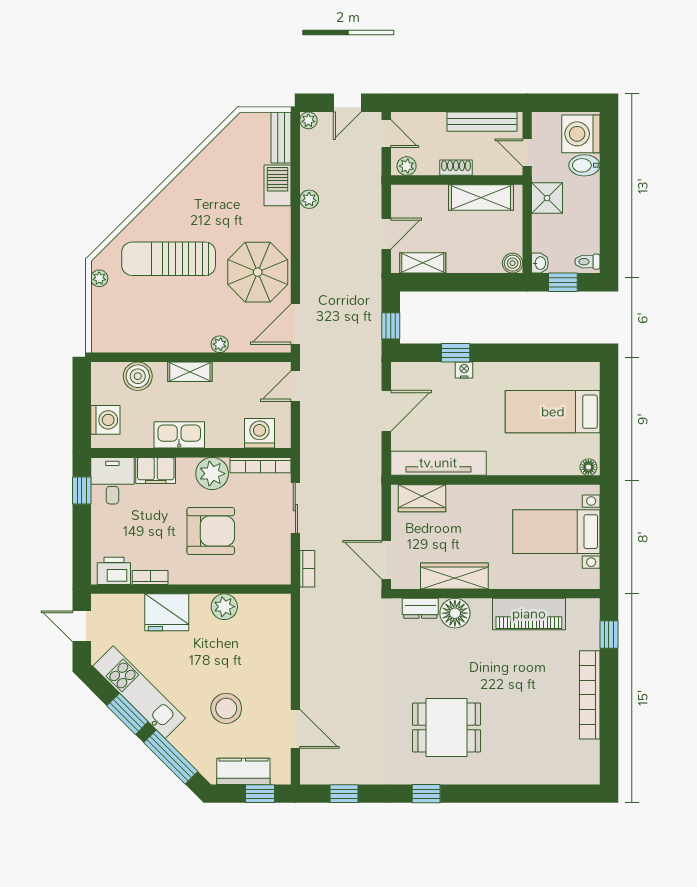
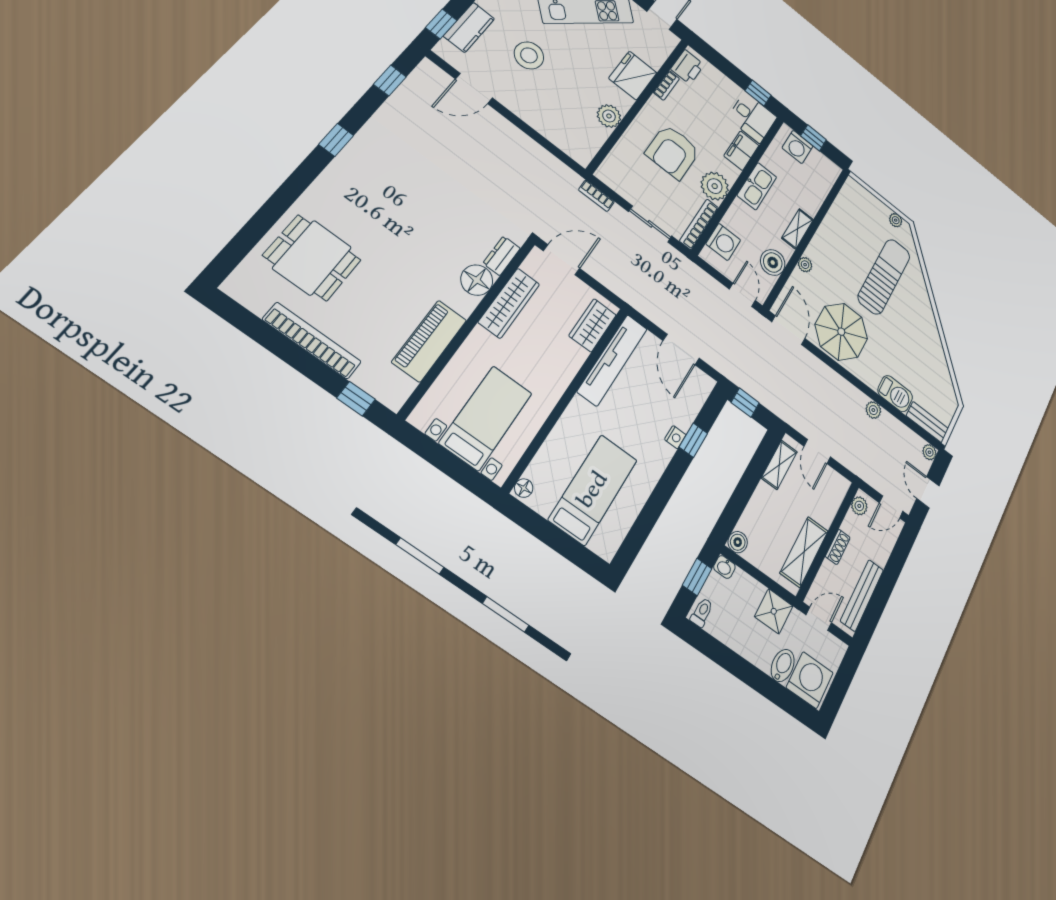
boiler: (138, 376) -> (773, 263), moved
window: (82, 410) -> (814, 138), added
dining table: (447, 727) -> (312, 258), moved, turned 90

